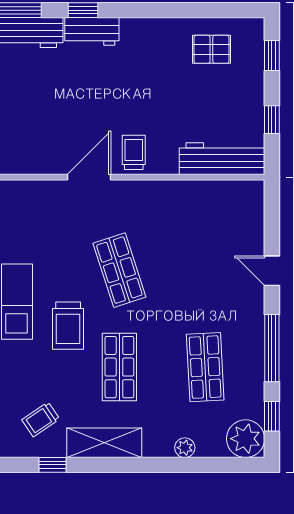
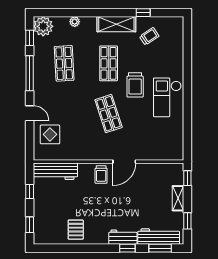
pallet: (211, 49) -> (76, 230), moved, turned 90
display table: (232, 230) -> (50, 134), added
trolley: (68, 326) -> (135, 85), turned 180

